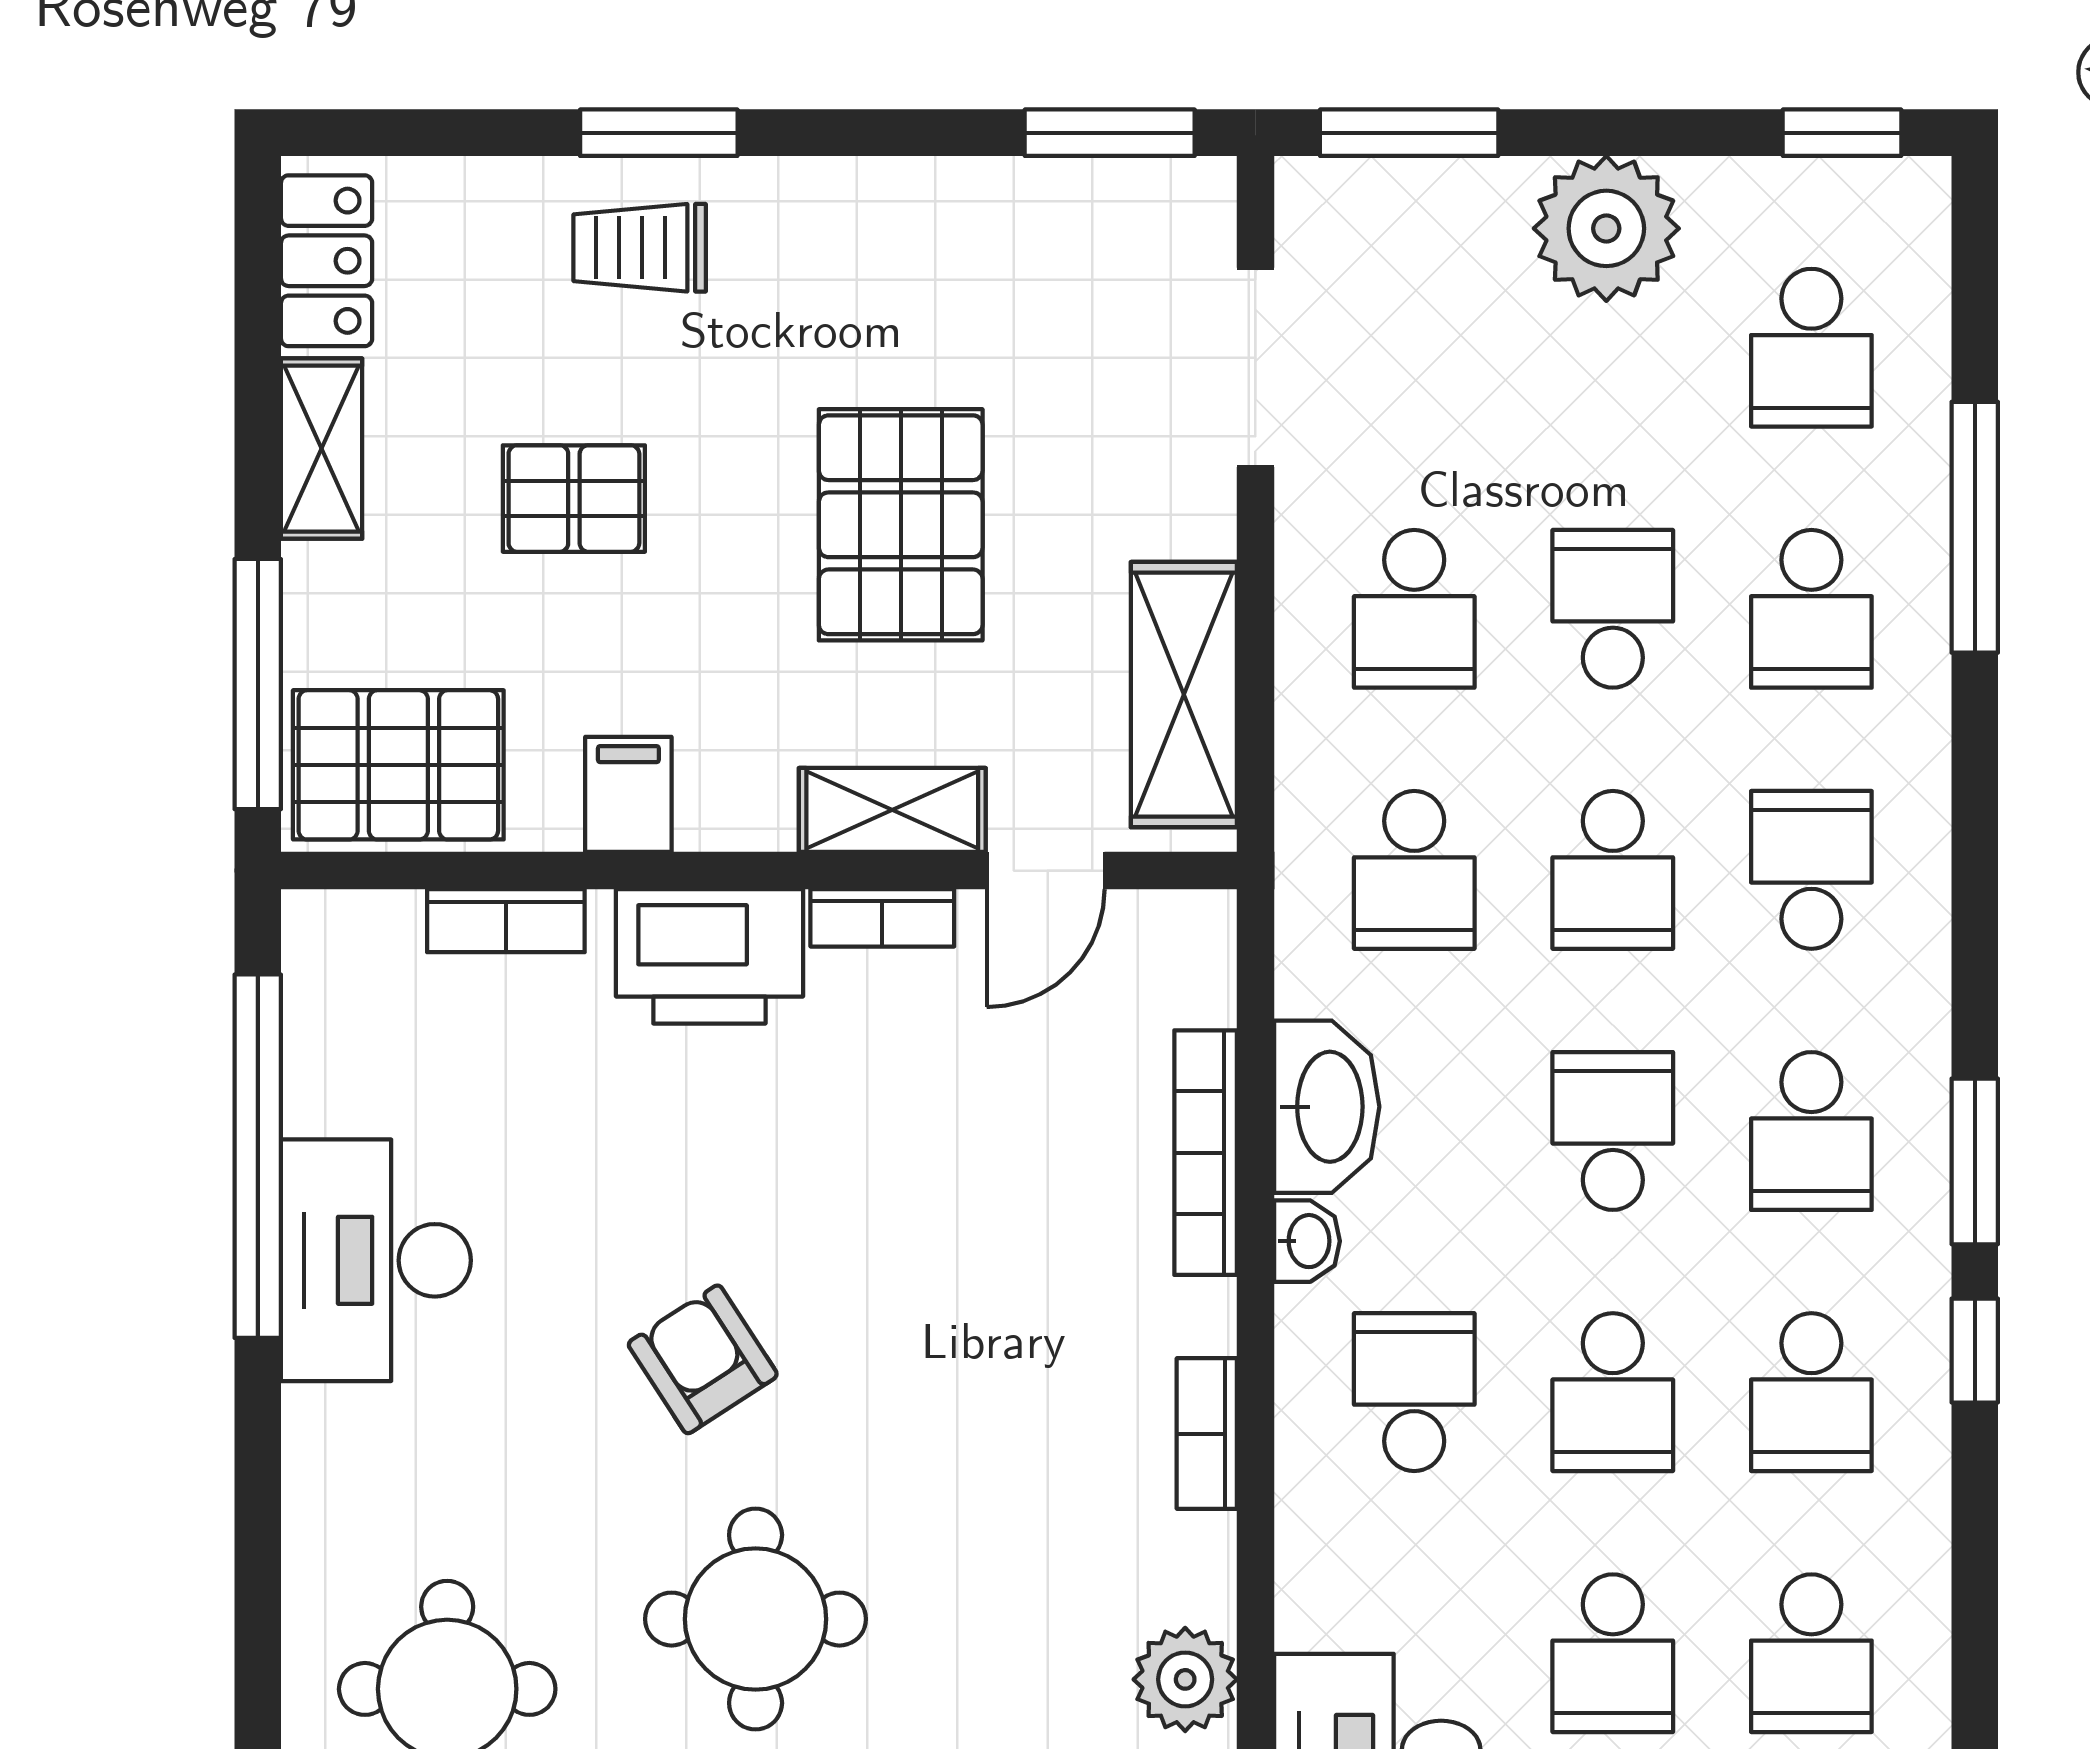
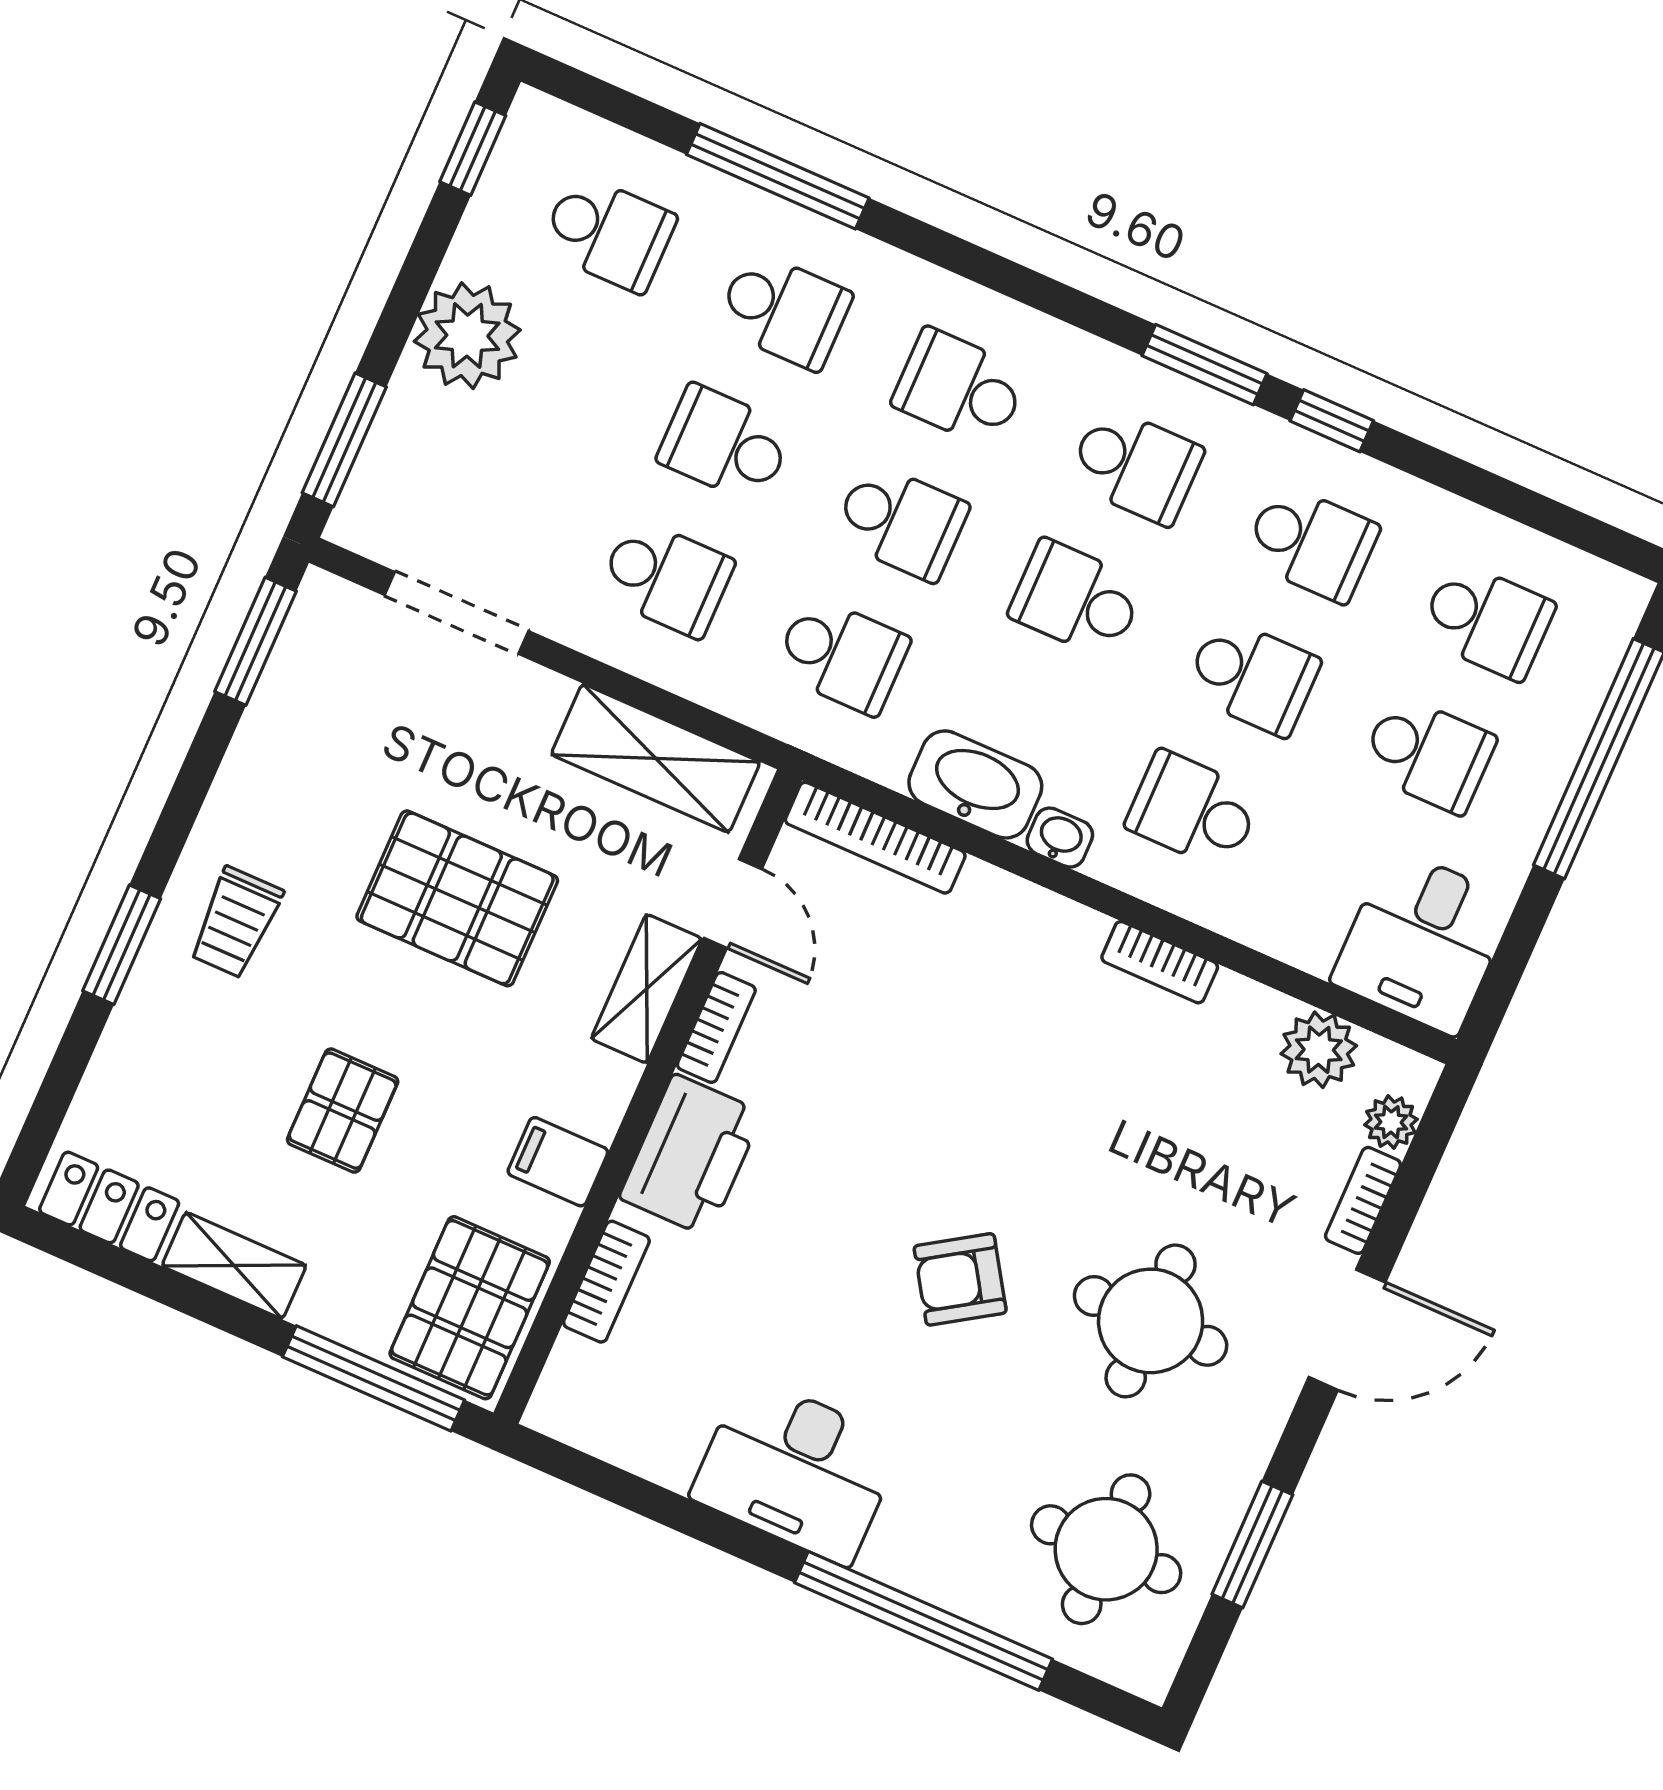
trolley: (640, 248) -> (236, 922), moved
bookcase: (1206, 1153) -> (875, 838), moved
window: (258, 1156) -> (923, 1621), moved

